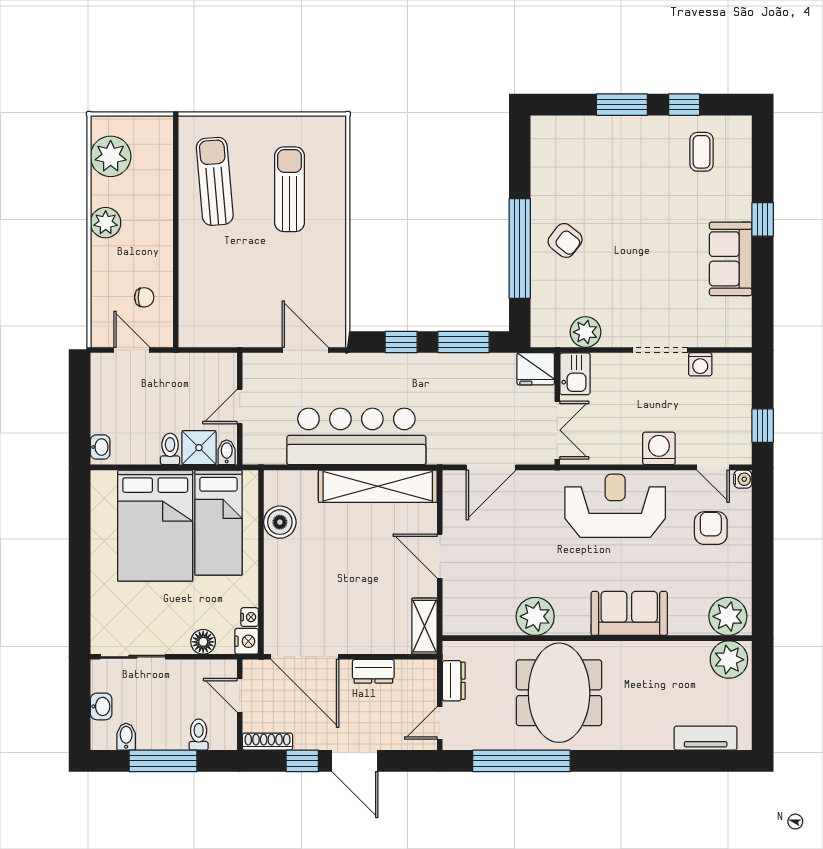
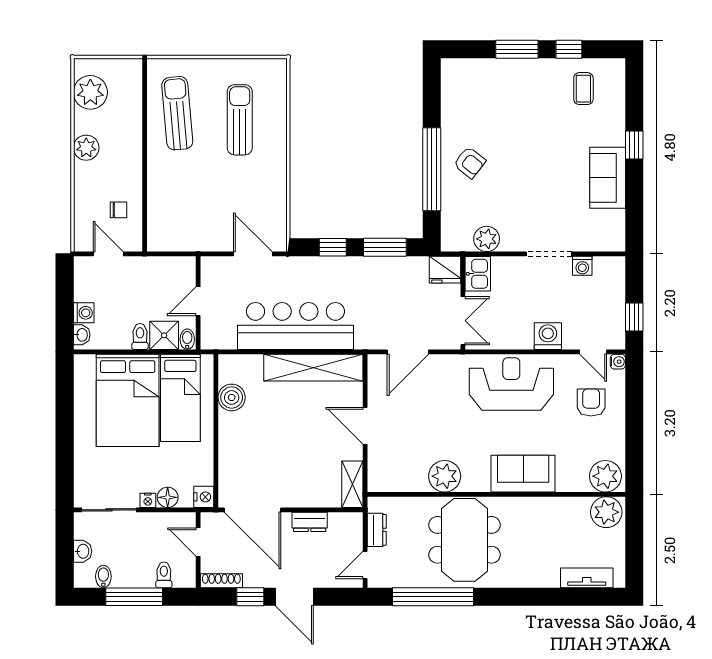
washing machine: (102, 421) -> (84, 313), added
nightstand: (250, 617) -> (148, 500), moved, turned 90

